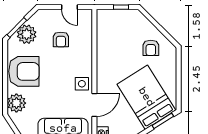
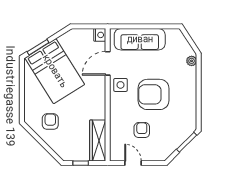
wardrobe: (104, 29) -> (98, 140), added
plant: (27, 34) -> (177, 135), removed
armchair: (24, 71) -> (154, 94), moved
plant: (16, 103) -> (192, 61), width x0.53, depth x0.53

